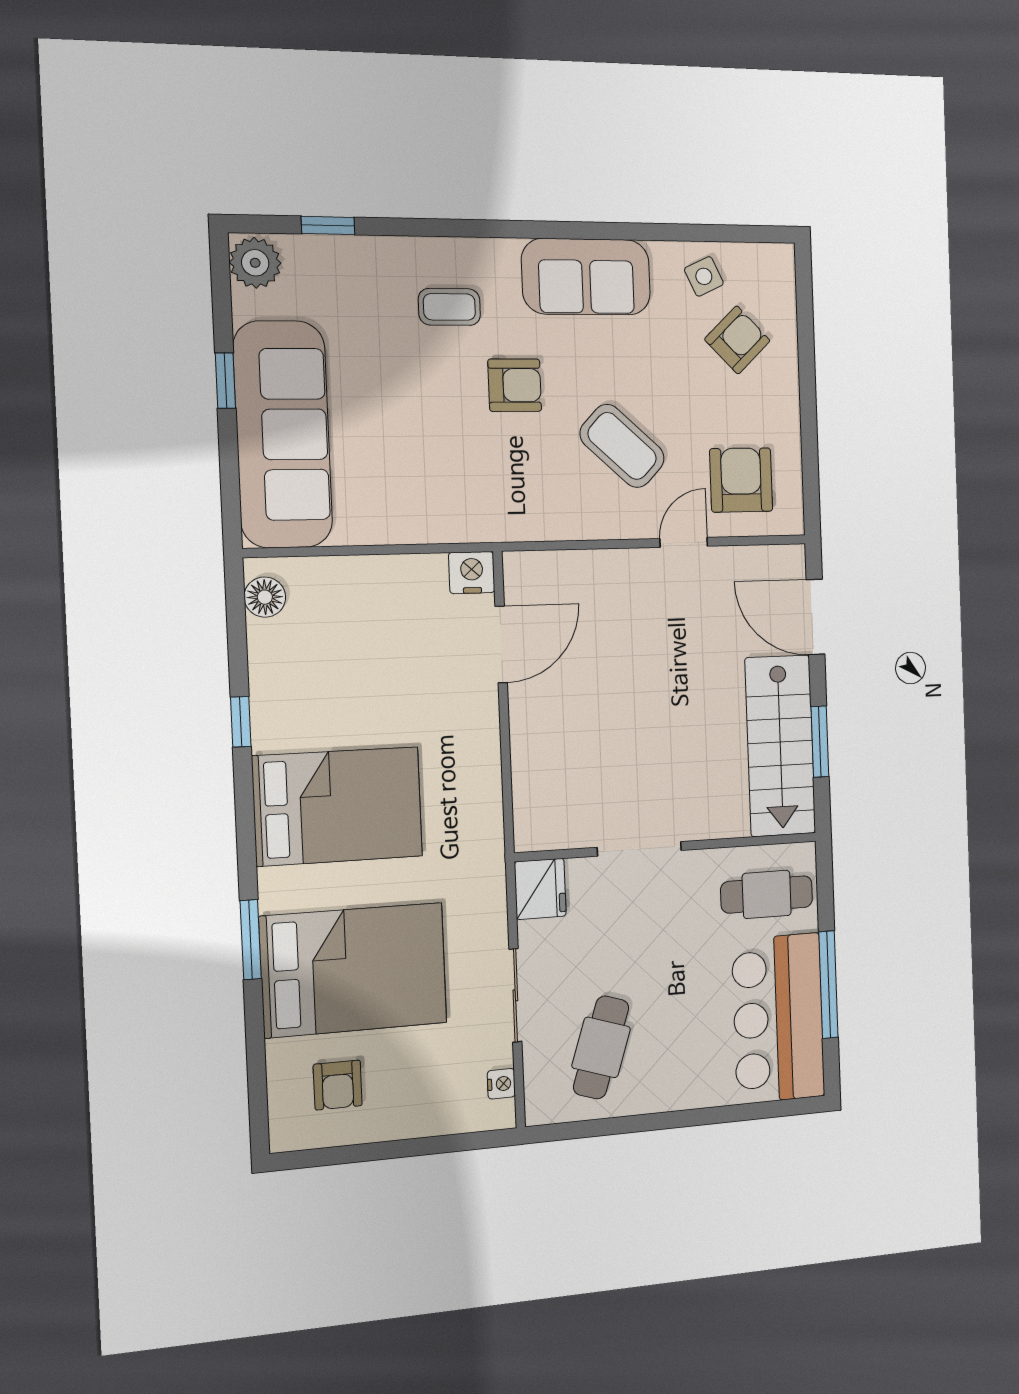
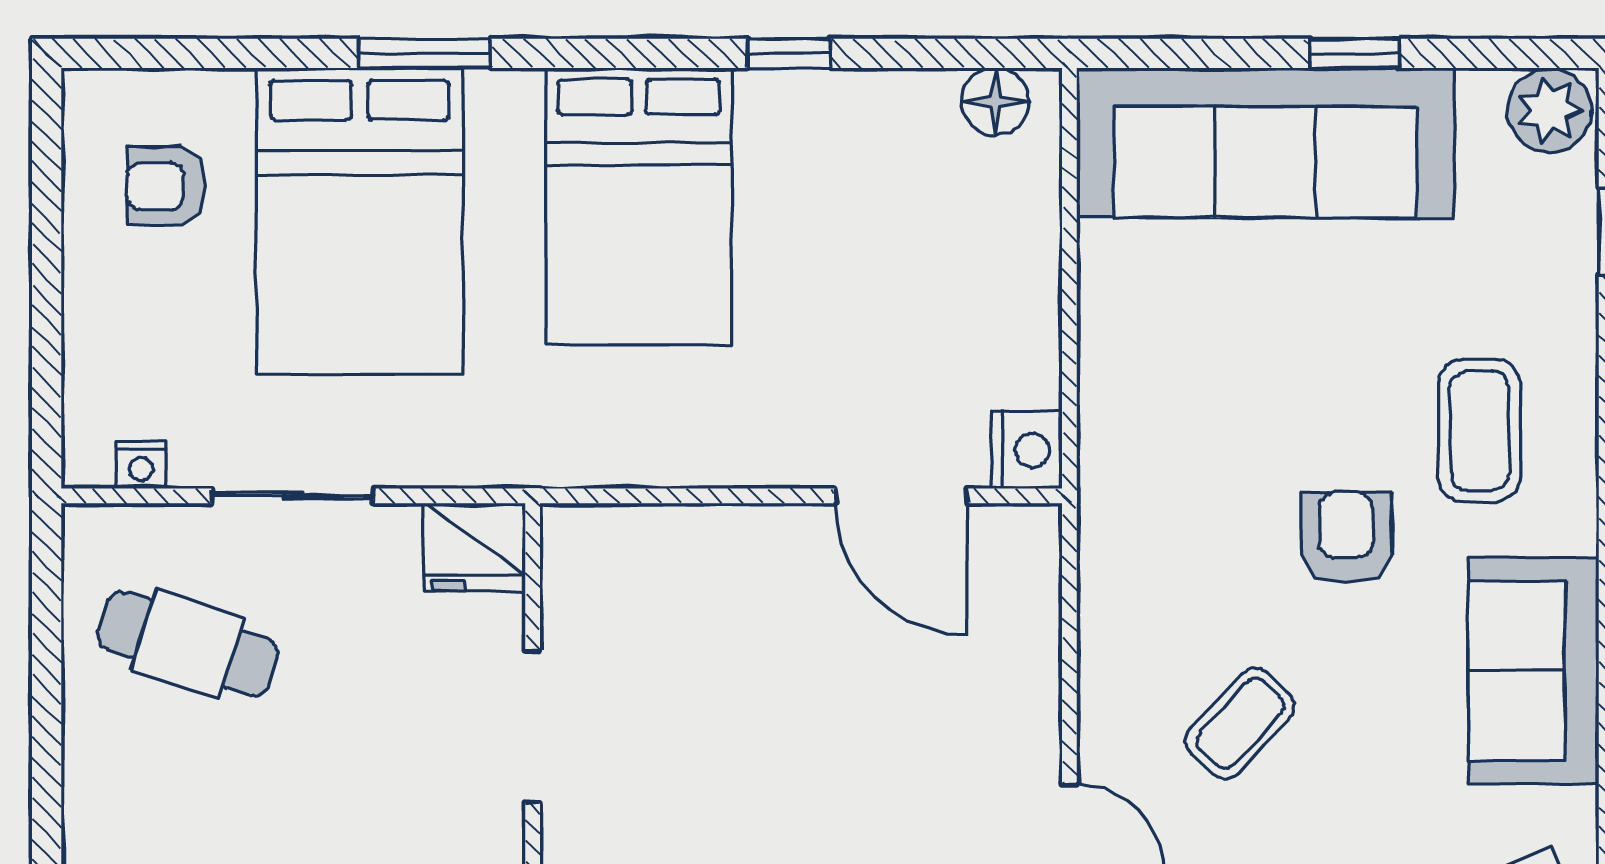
coffee table: (449, 307) -> (1479, 430), width x1.36, depth x1.30
armchair: (515, 385) -> (1346, 538), turned 180
coffee table: (622, 446) -> (1240, 723), width x0.73, depth x0.77

